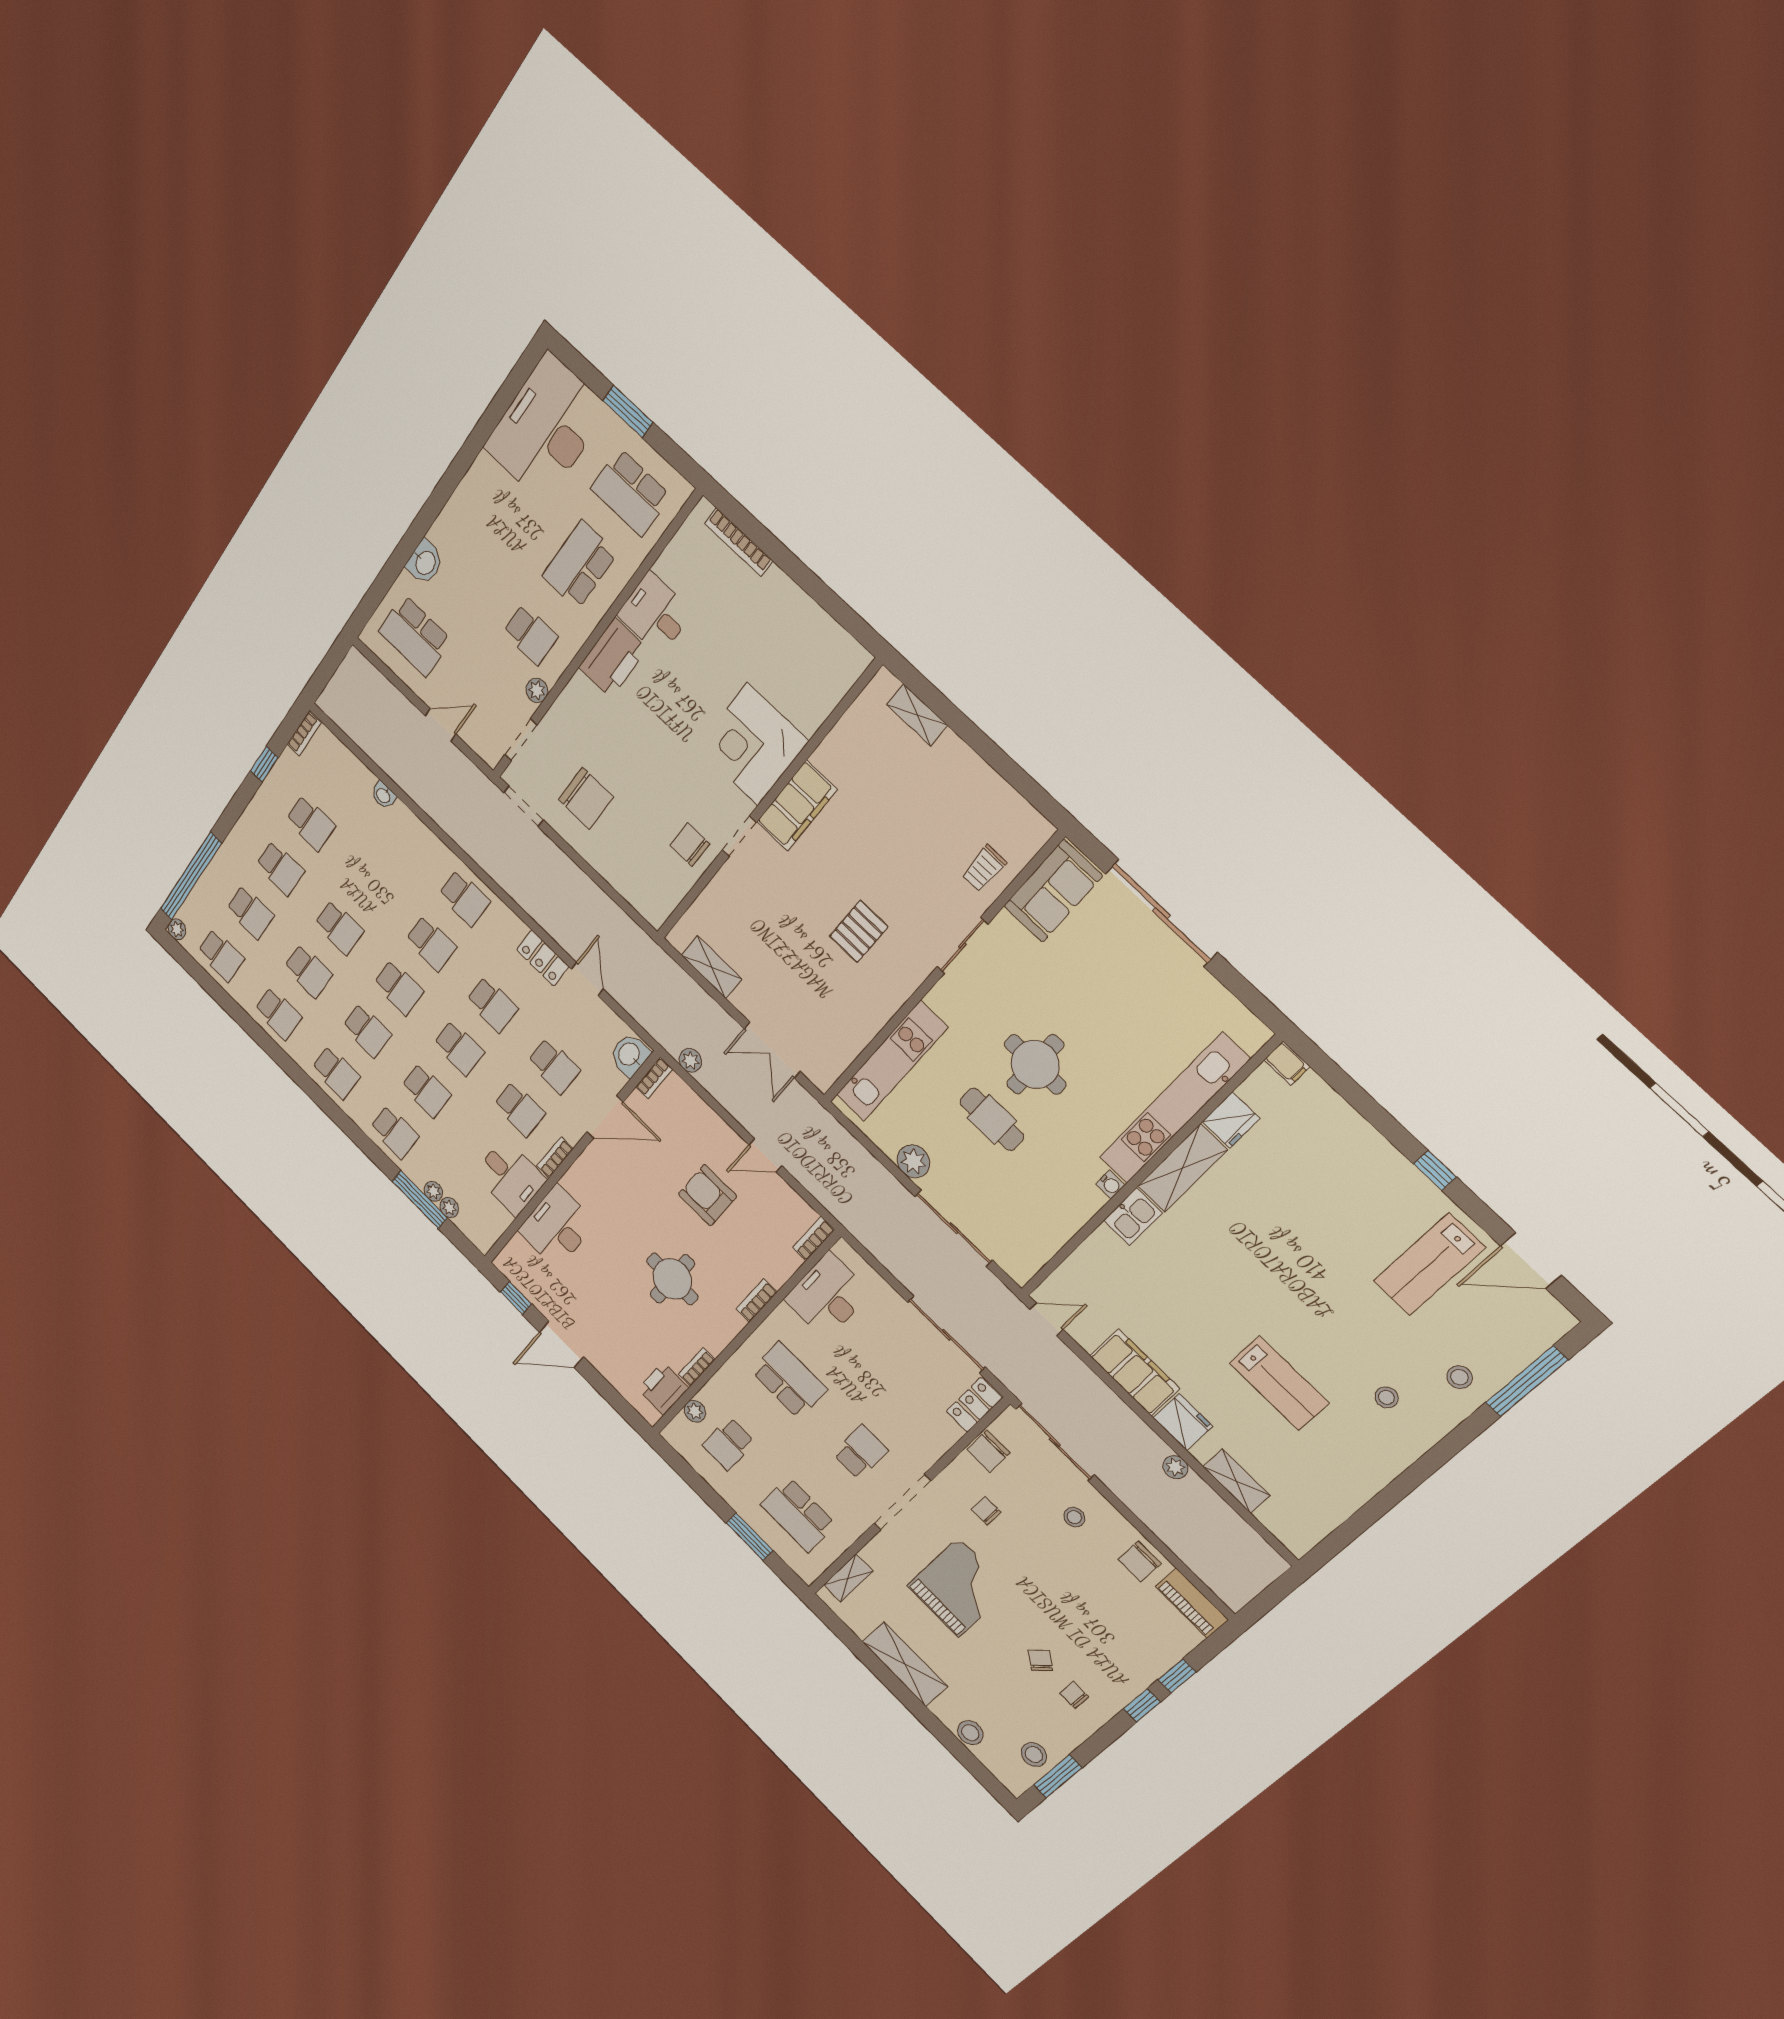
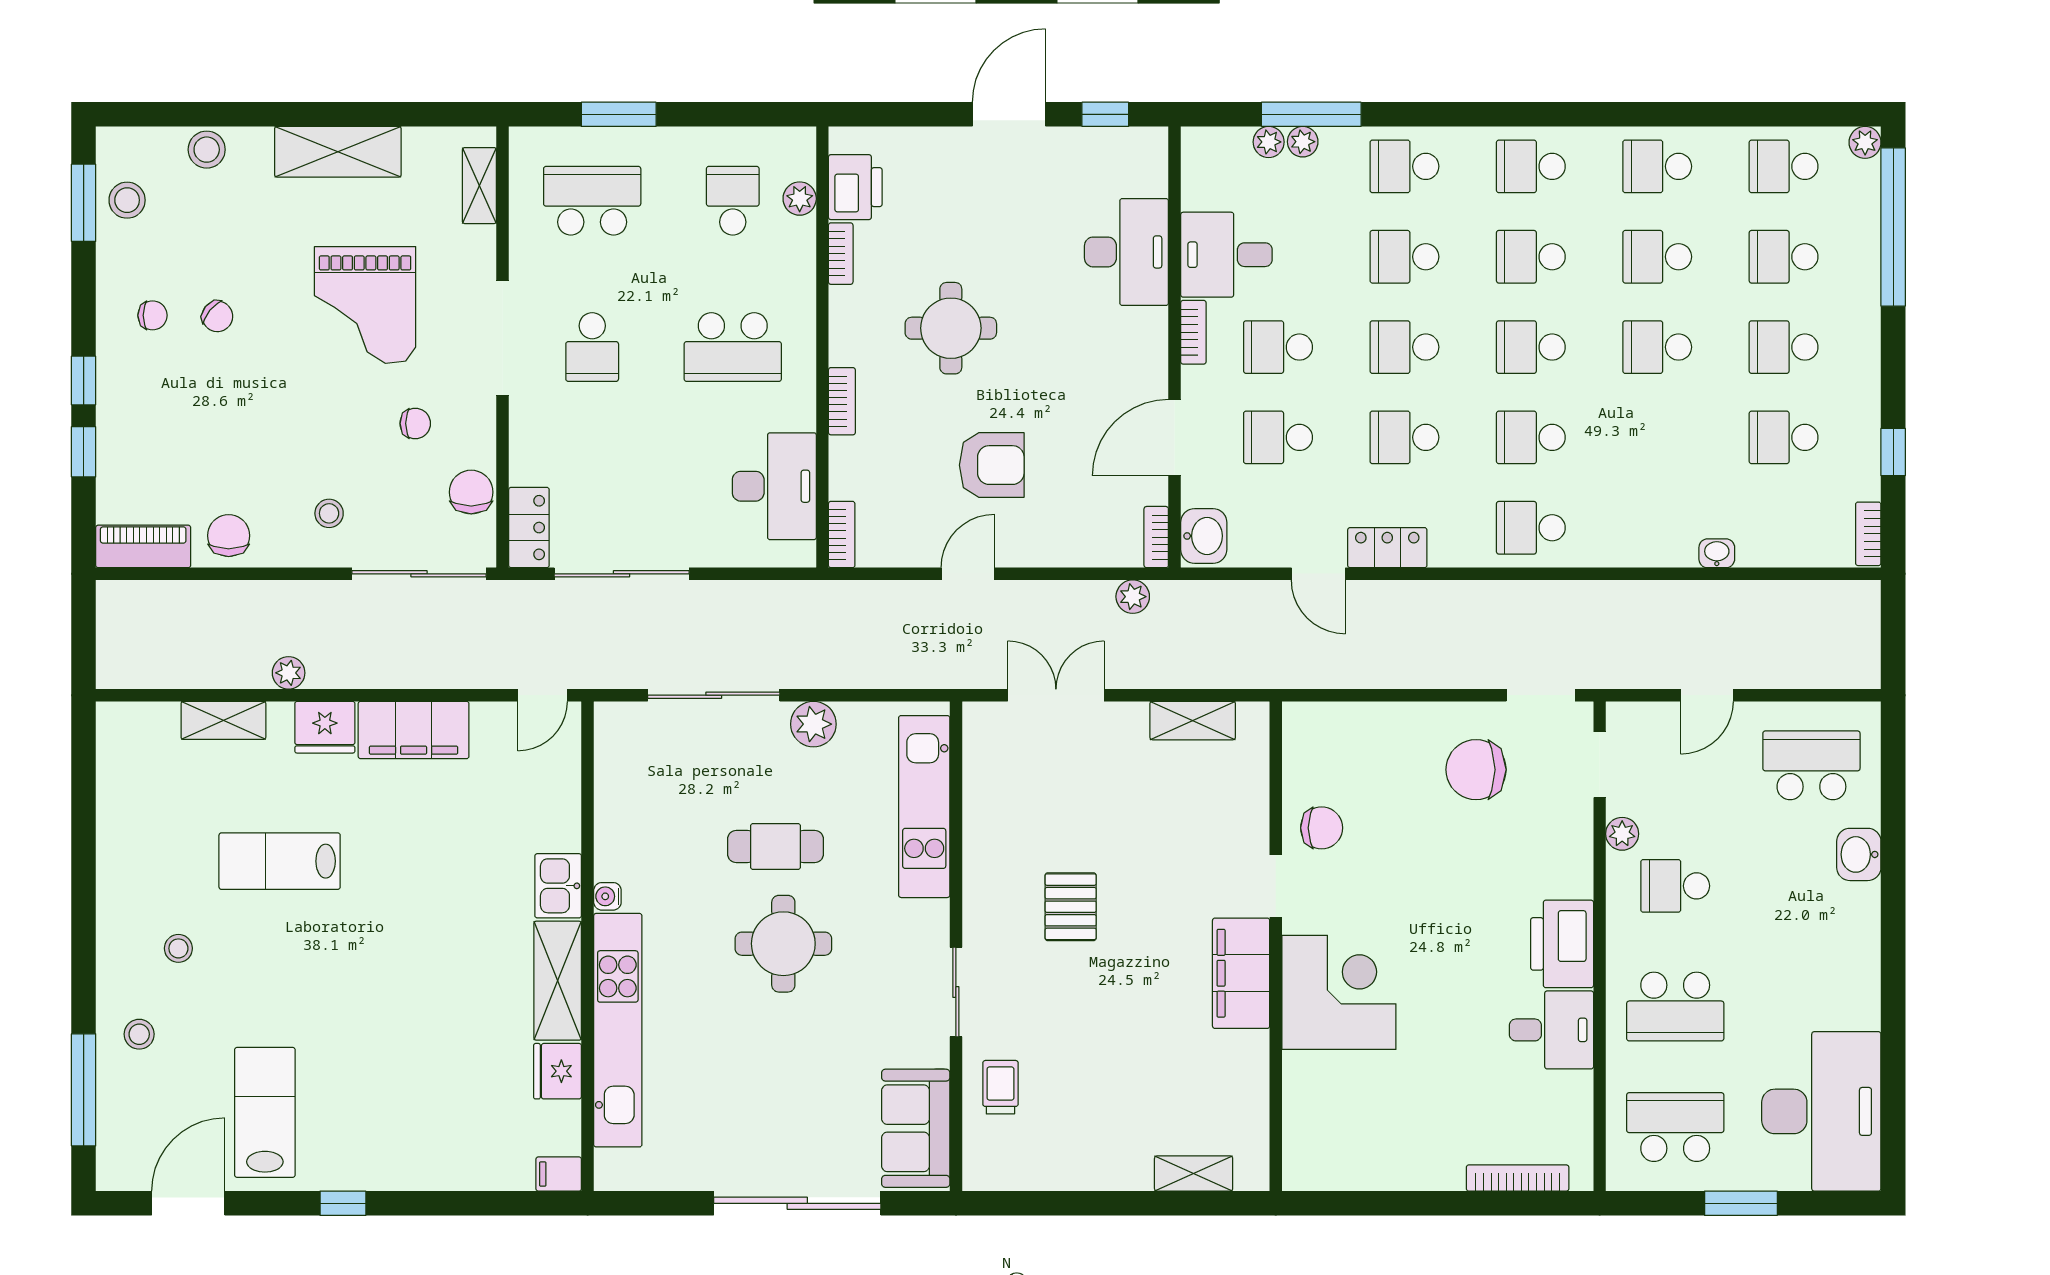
school desk: (580, 565) -> (1675, 1006), turned 90

